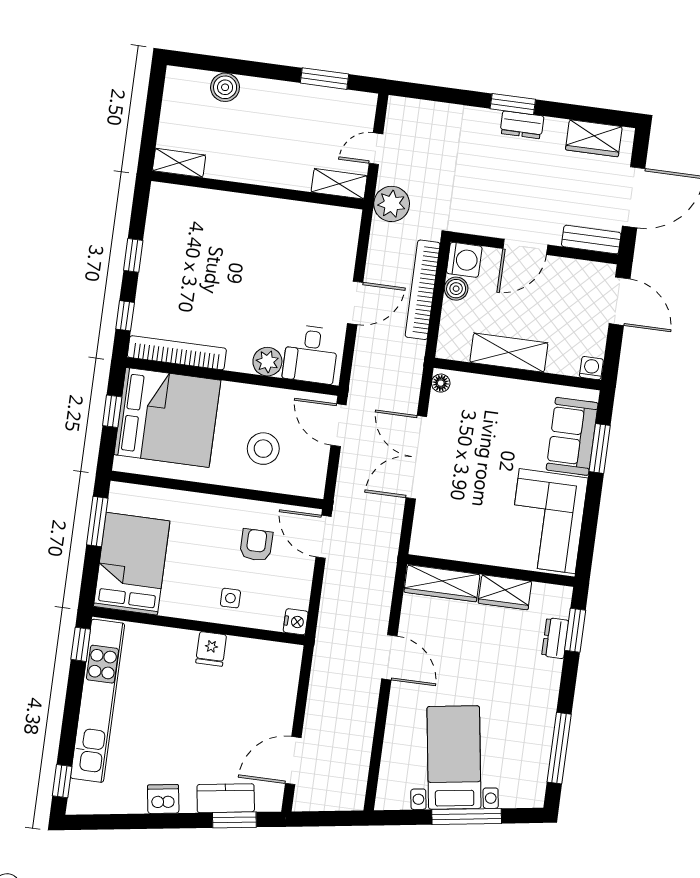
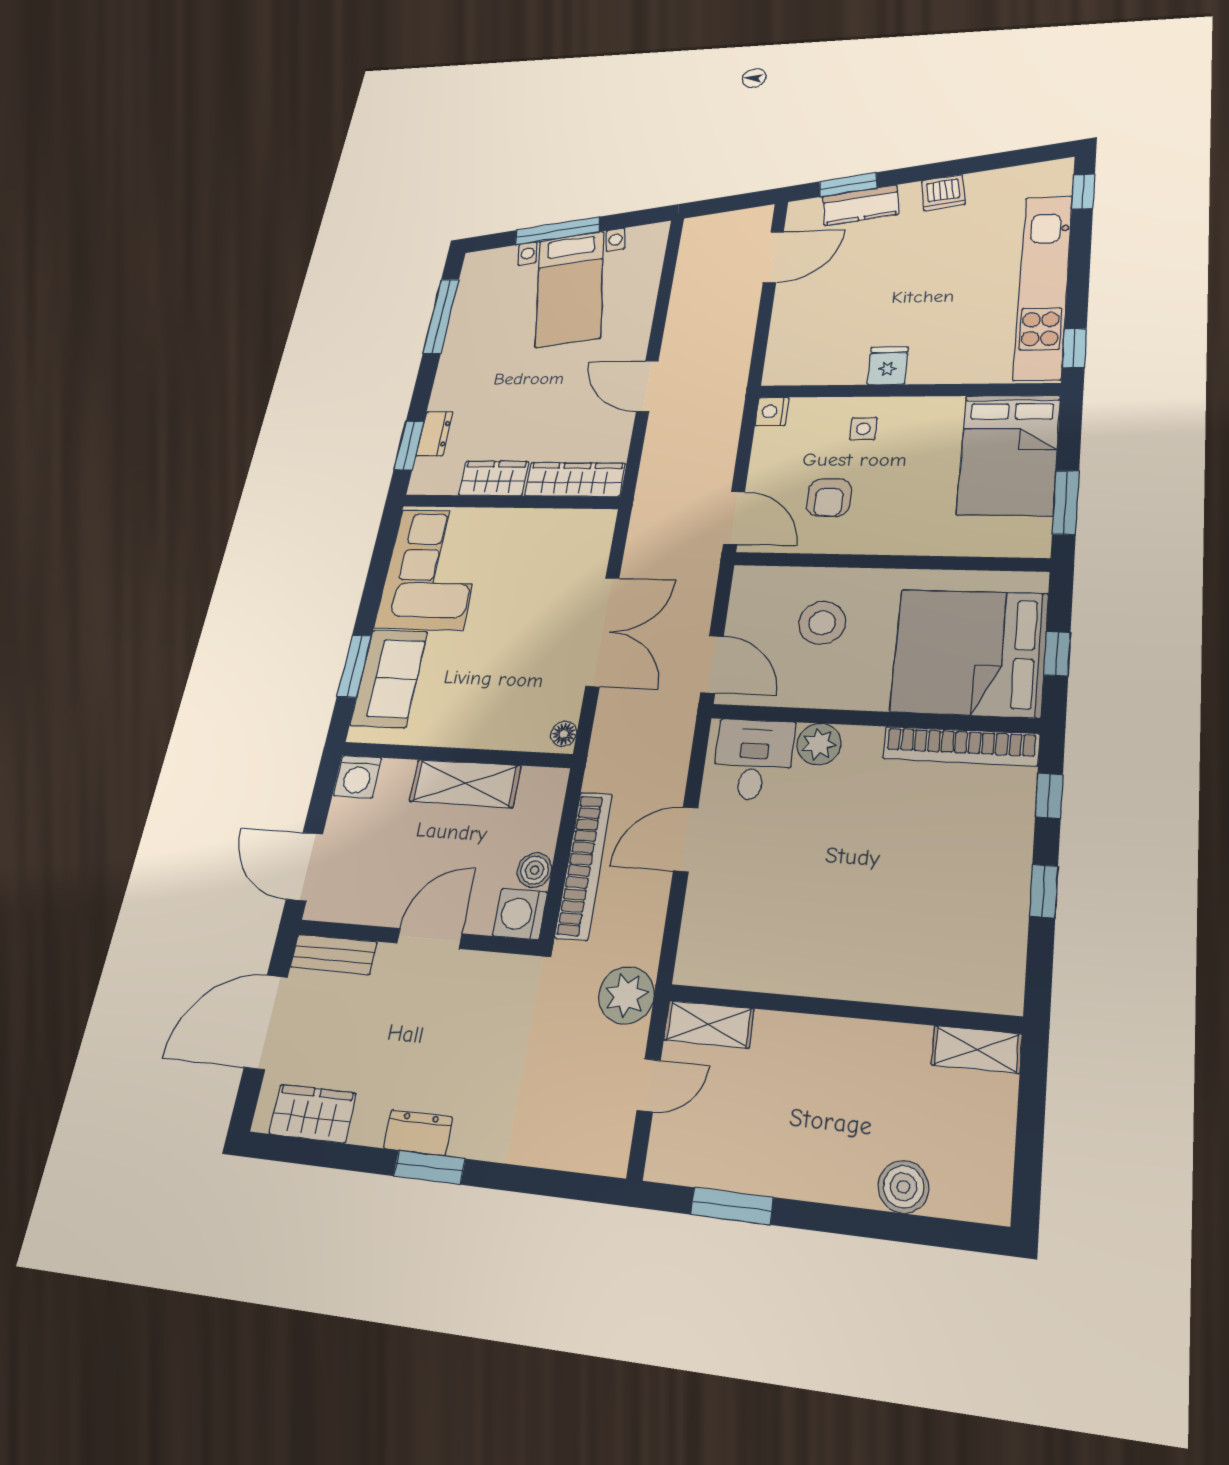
washing machine: (591, 368) -> (358, 777), width x1.38, depth x1.38

